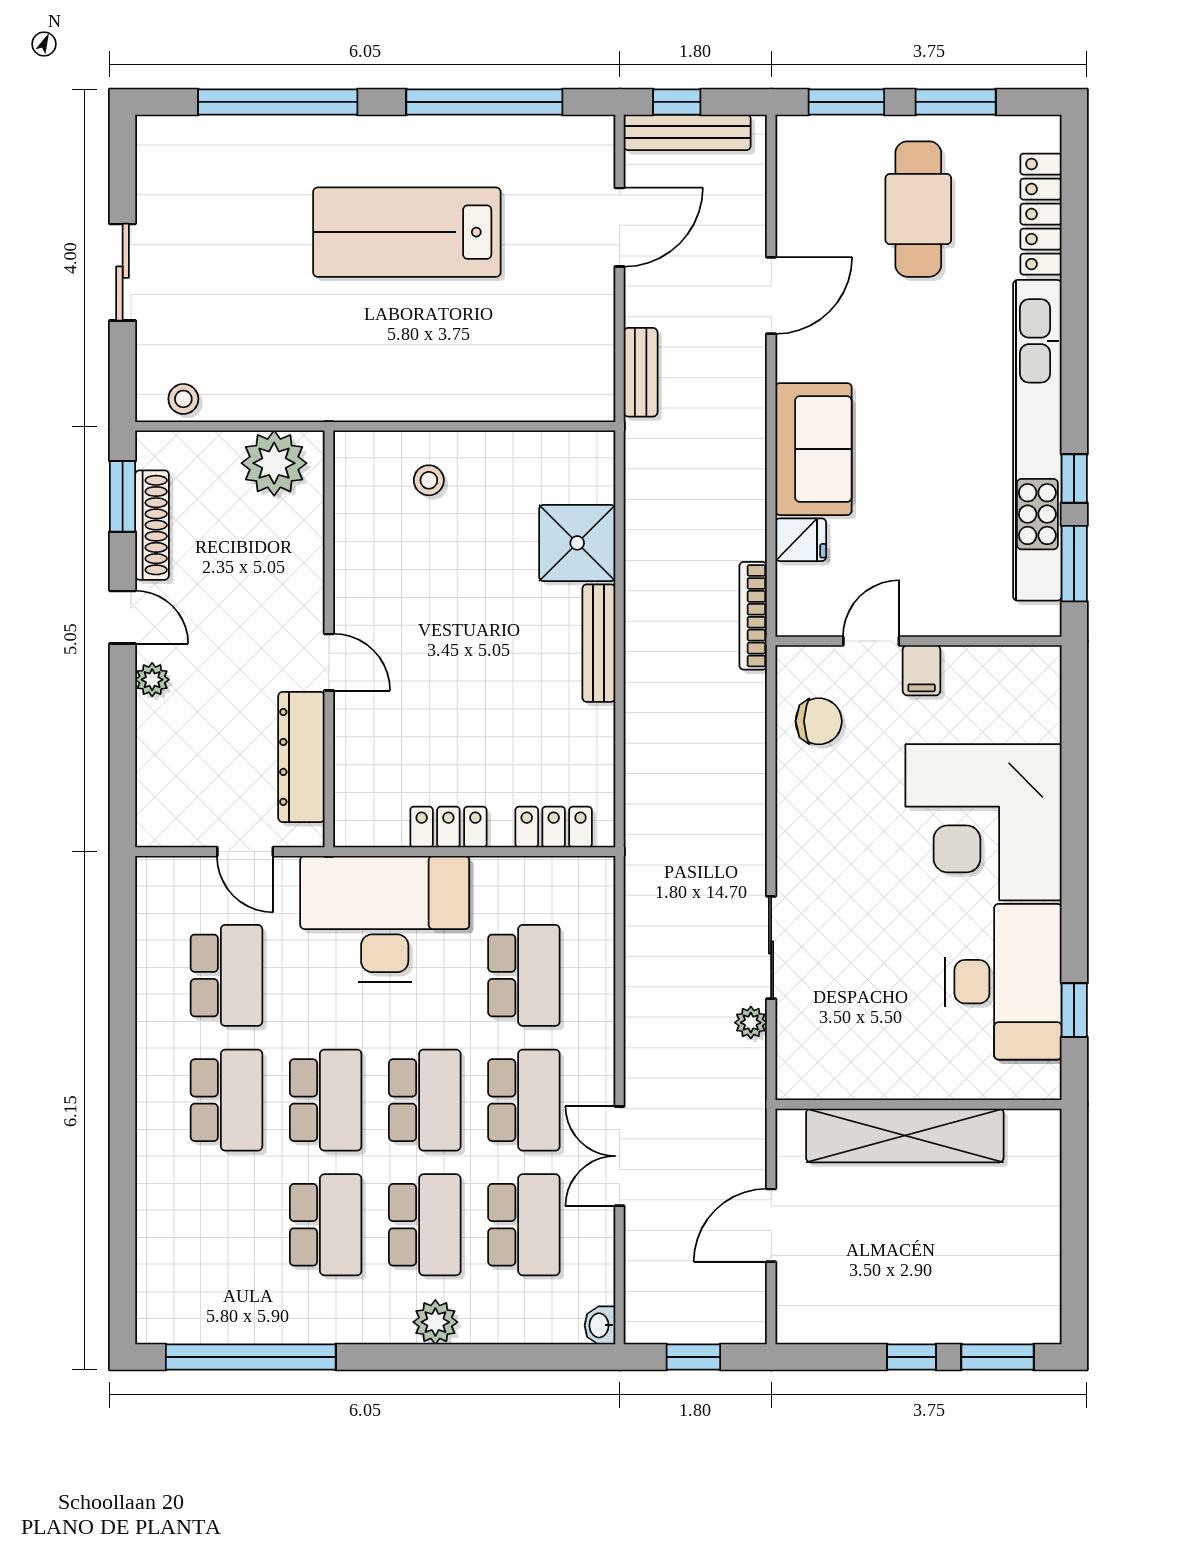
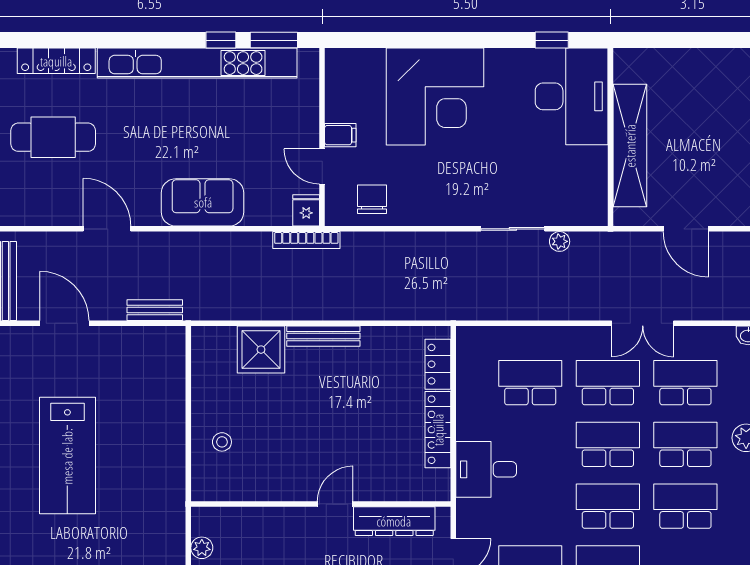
plant: (274, 463) -> (202, 548), width x0.53, depth x0.53
fridge: (801, 540) -> (306, 210), moved
locker: (448, 827) -> (438, 430), width x1.53
desk: (385, 919) -> (486, 469), width x0.53, depth x0.77
desk: (1003, 982) -> (572, 96), moved, turned 90

